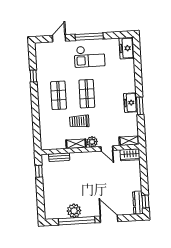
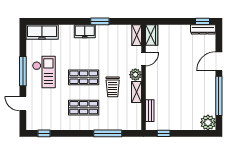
freezer: (127, 48) -> (42, 32), width x1.40
window: (33, 76) -> (44, 133), moved
freezer: (130, 103) -> (85, 31), moved
window: (36, 119) -> (108, 133), added
plant: (74, 211) -> (208, 122), moved

